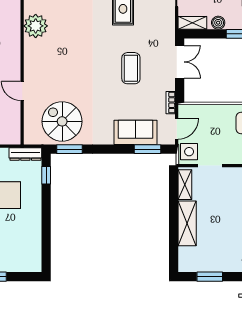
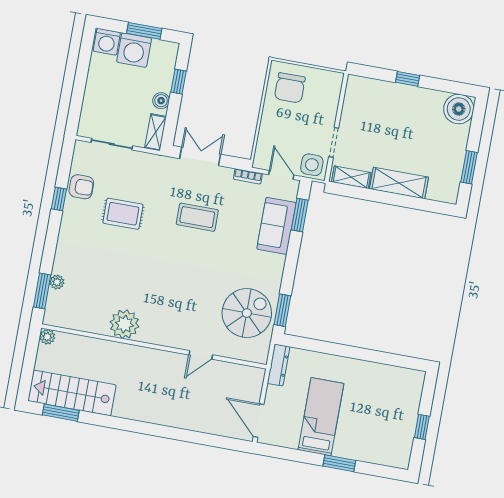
spiral stairs: (62, 121) -> (247, 313), turned 180
window: (46, 175) -> (309, 344), removed

